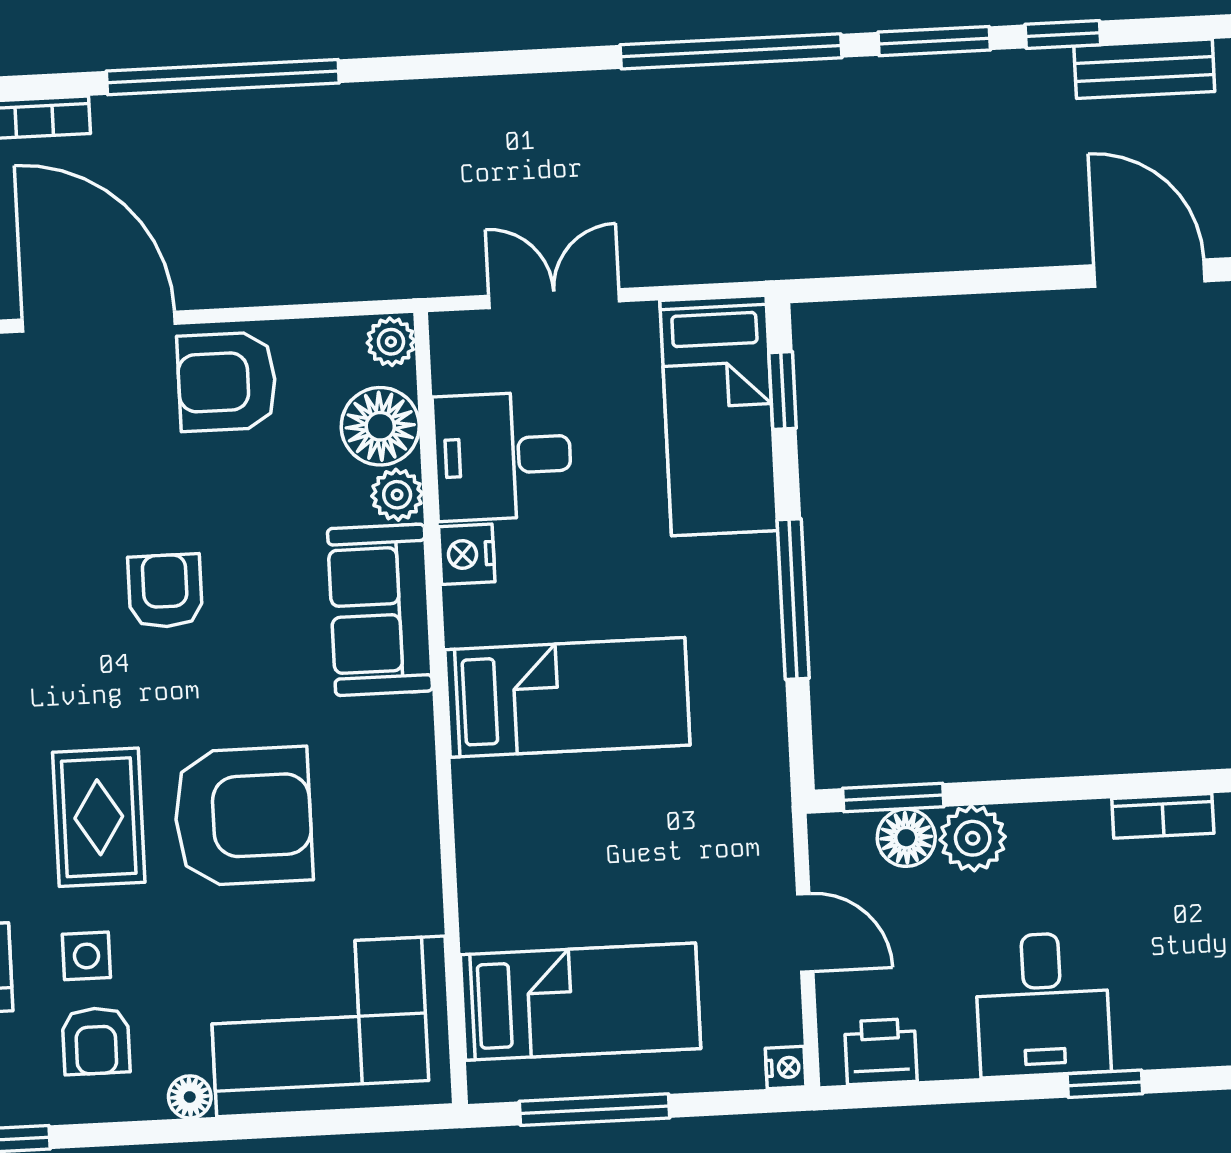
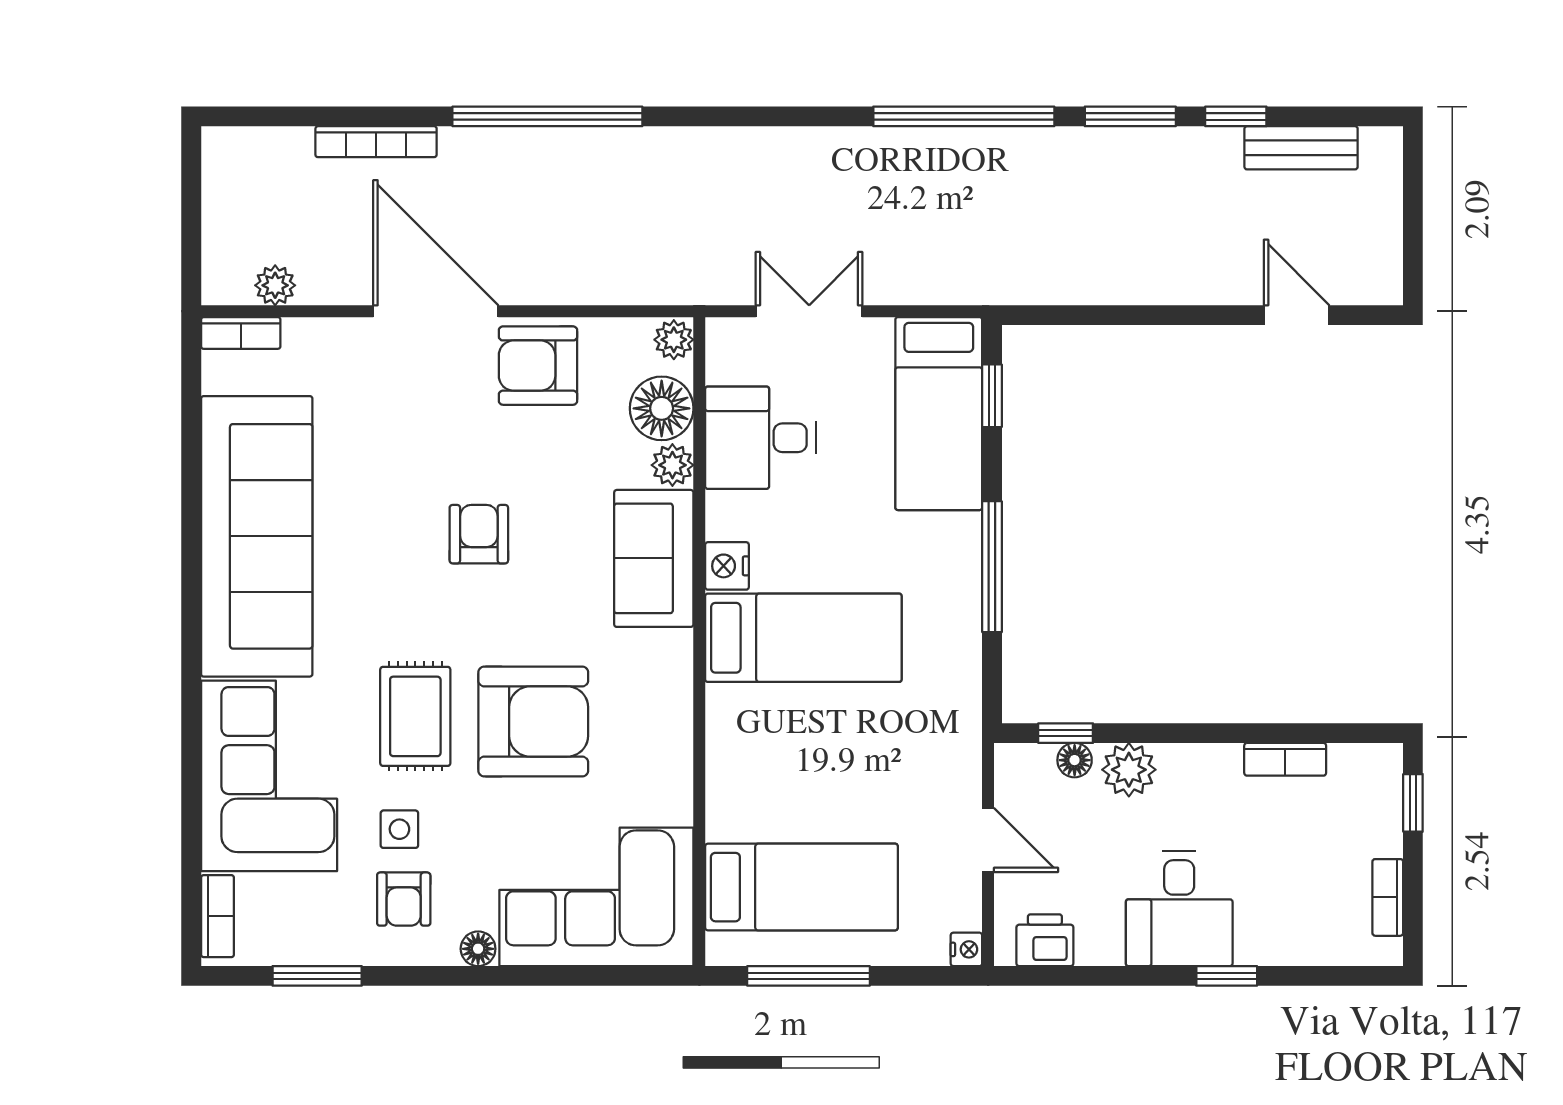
door: (1149, 273) -> (1297, 315), width x0.73
nightstand: (467, 554) -> (727, 566), moved
window: (893, 798) -> (1066, 733), width x0.67
floor lamp: (906, 838) -> (1075, 760), width x0.73, depth x0.73

